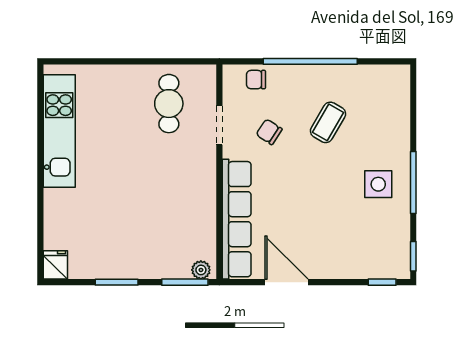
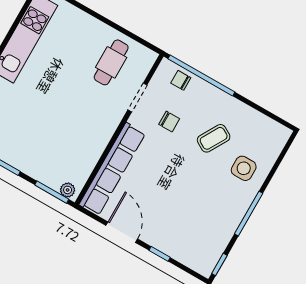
window: (310, 61) -> (201, 75), moved
chair: (269, 132) -> (169, 122), turned 147
side table: (378, 184) -> (244, 168), moved
window: (382, 282) -> (160, 254), moved

